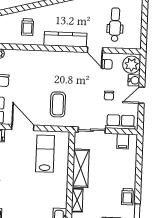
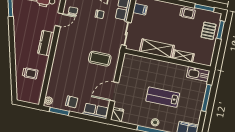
kitchen counter: (65, 39) -> (46, 43), width x0.67
lab bench: (45, 154) -> (163, 97), moved

